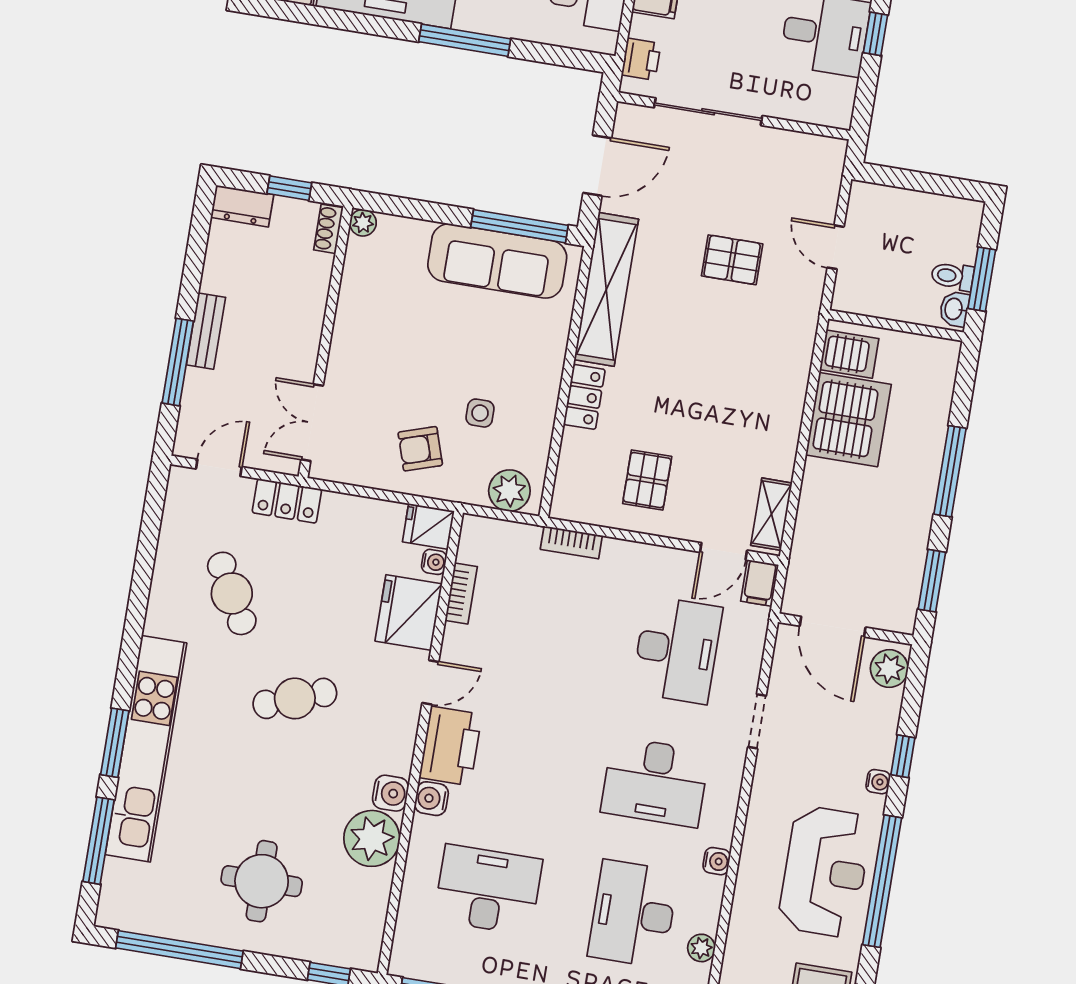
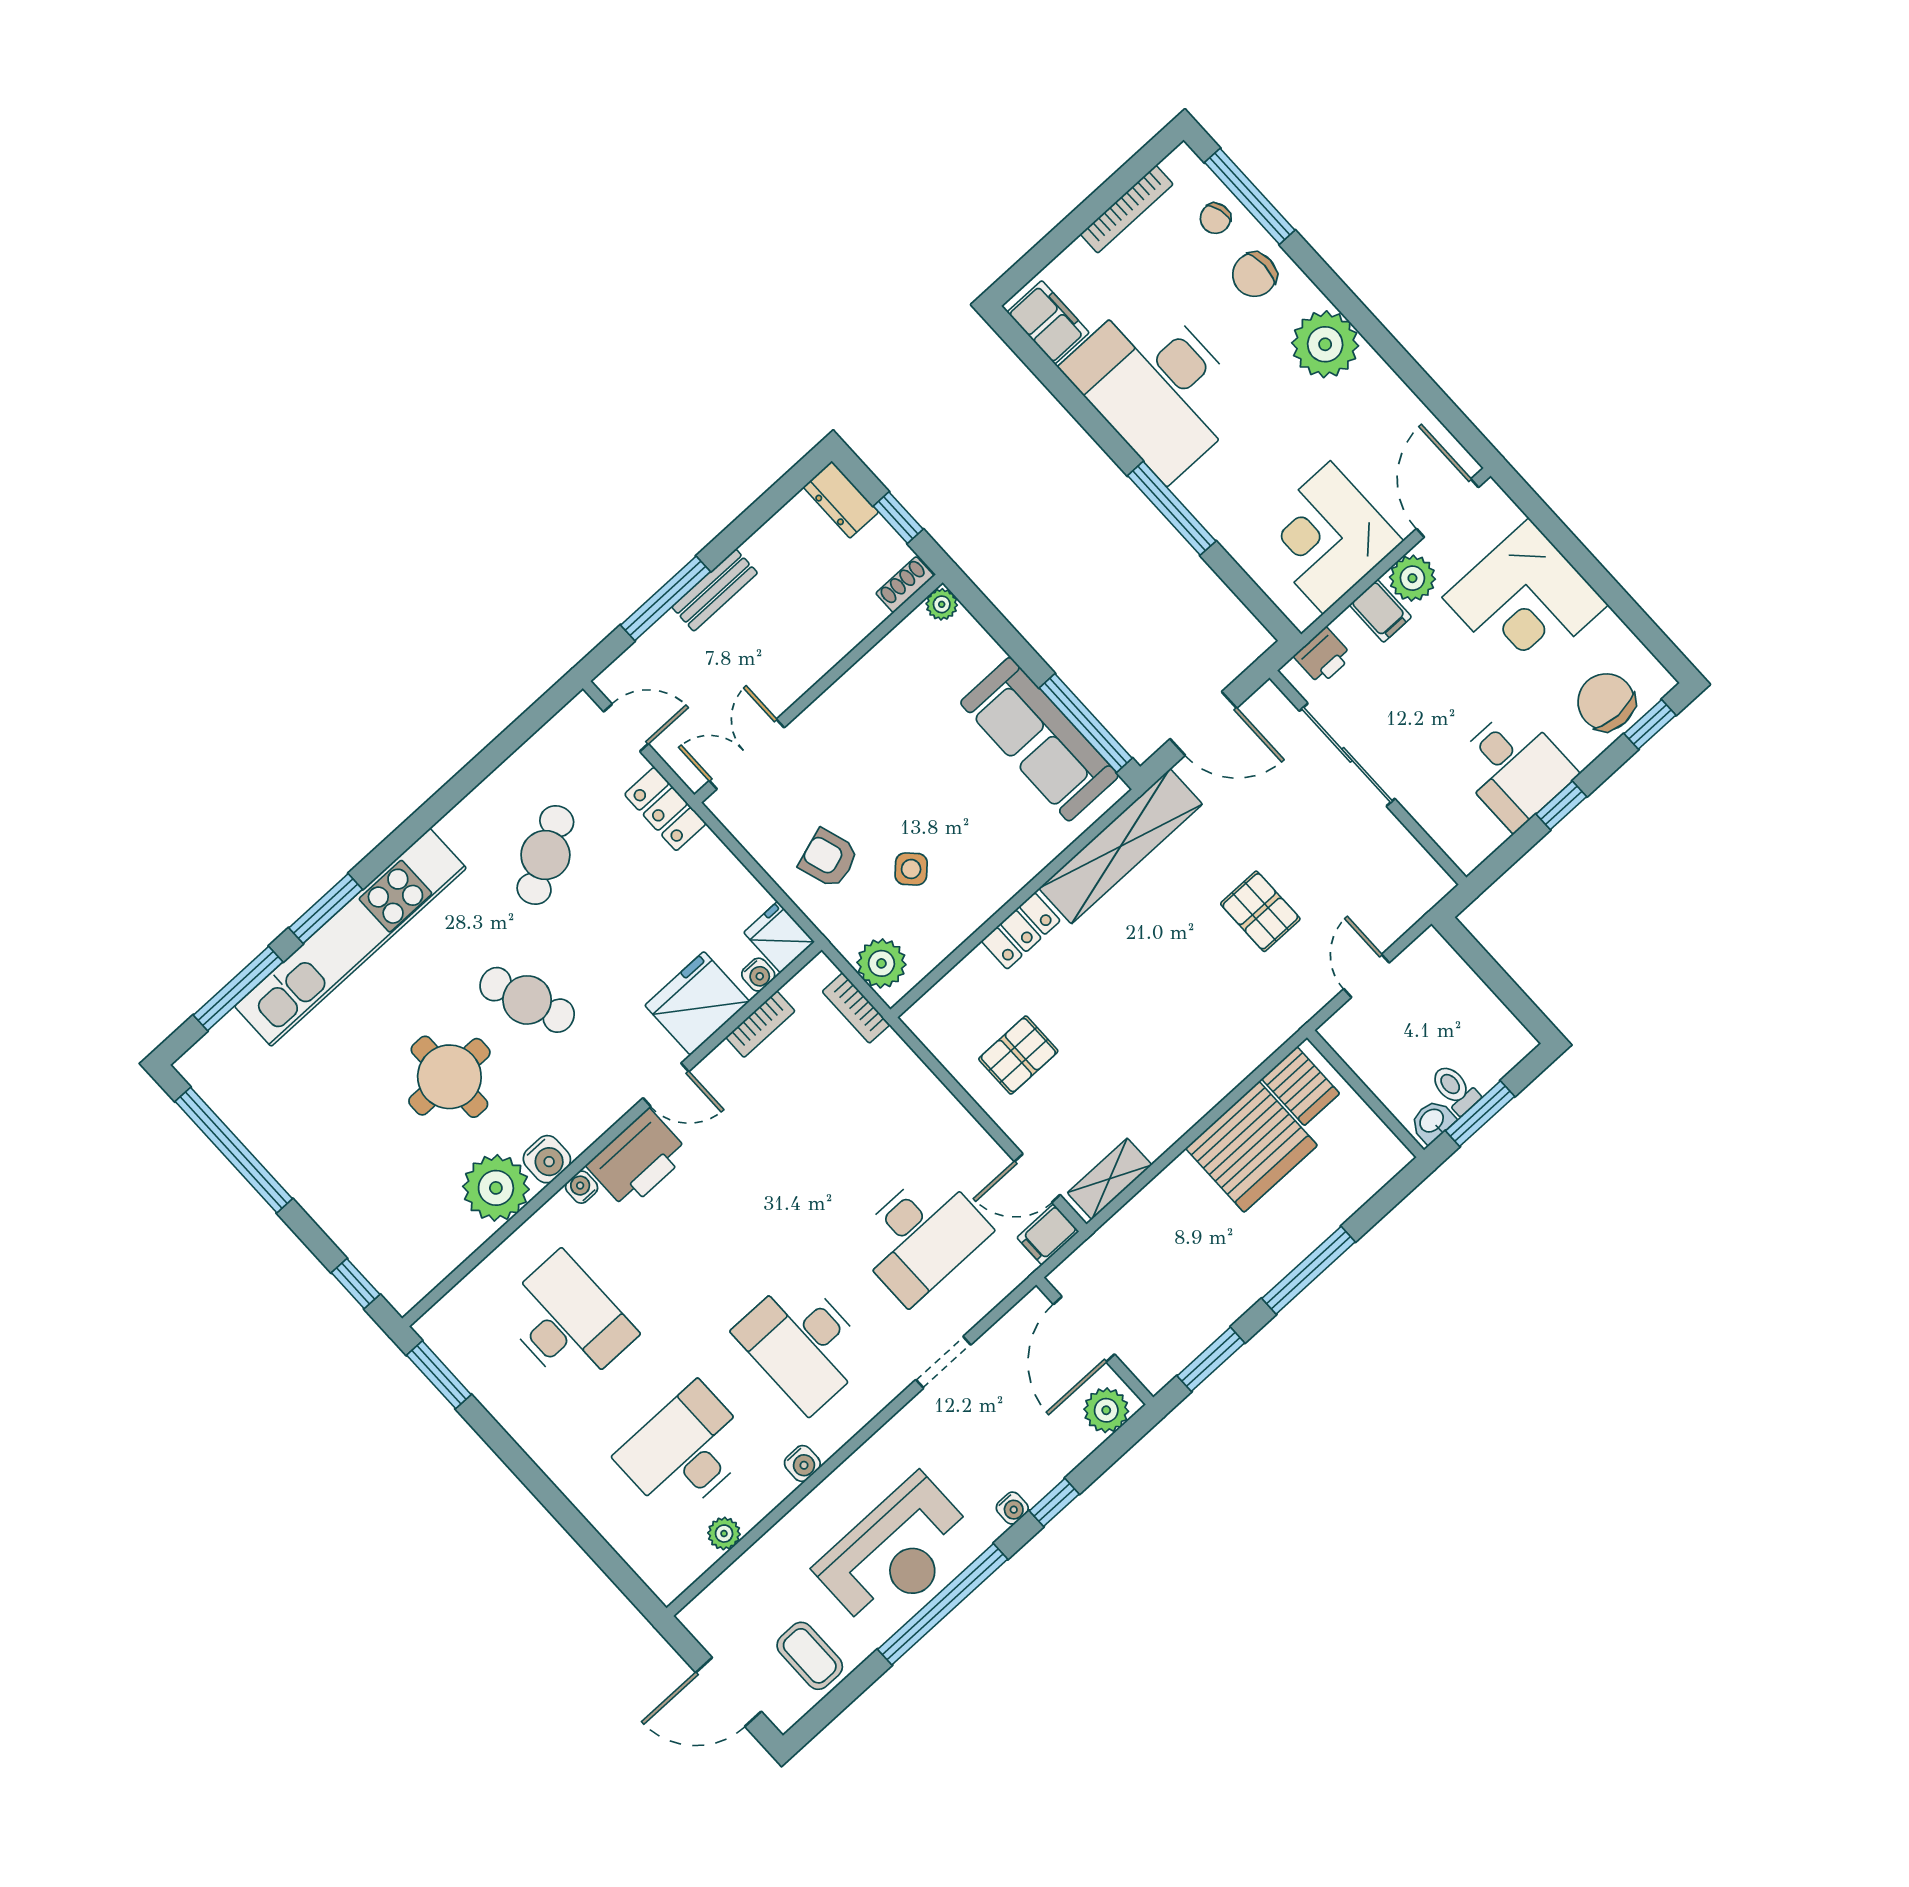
side table: (480, 413) -> (911, 869), turned 45
bookcase: (571, 542) -> (856, 1008), moved
water cooler: (431, 799) -> (582, 1187), width x0.72, depth x0.72
round table: (262, 881) -> (449, 1077), moved

